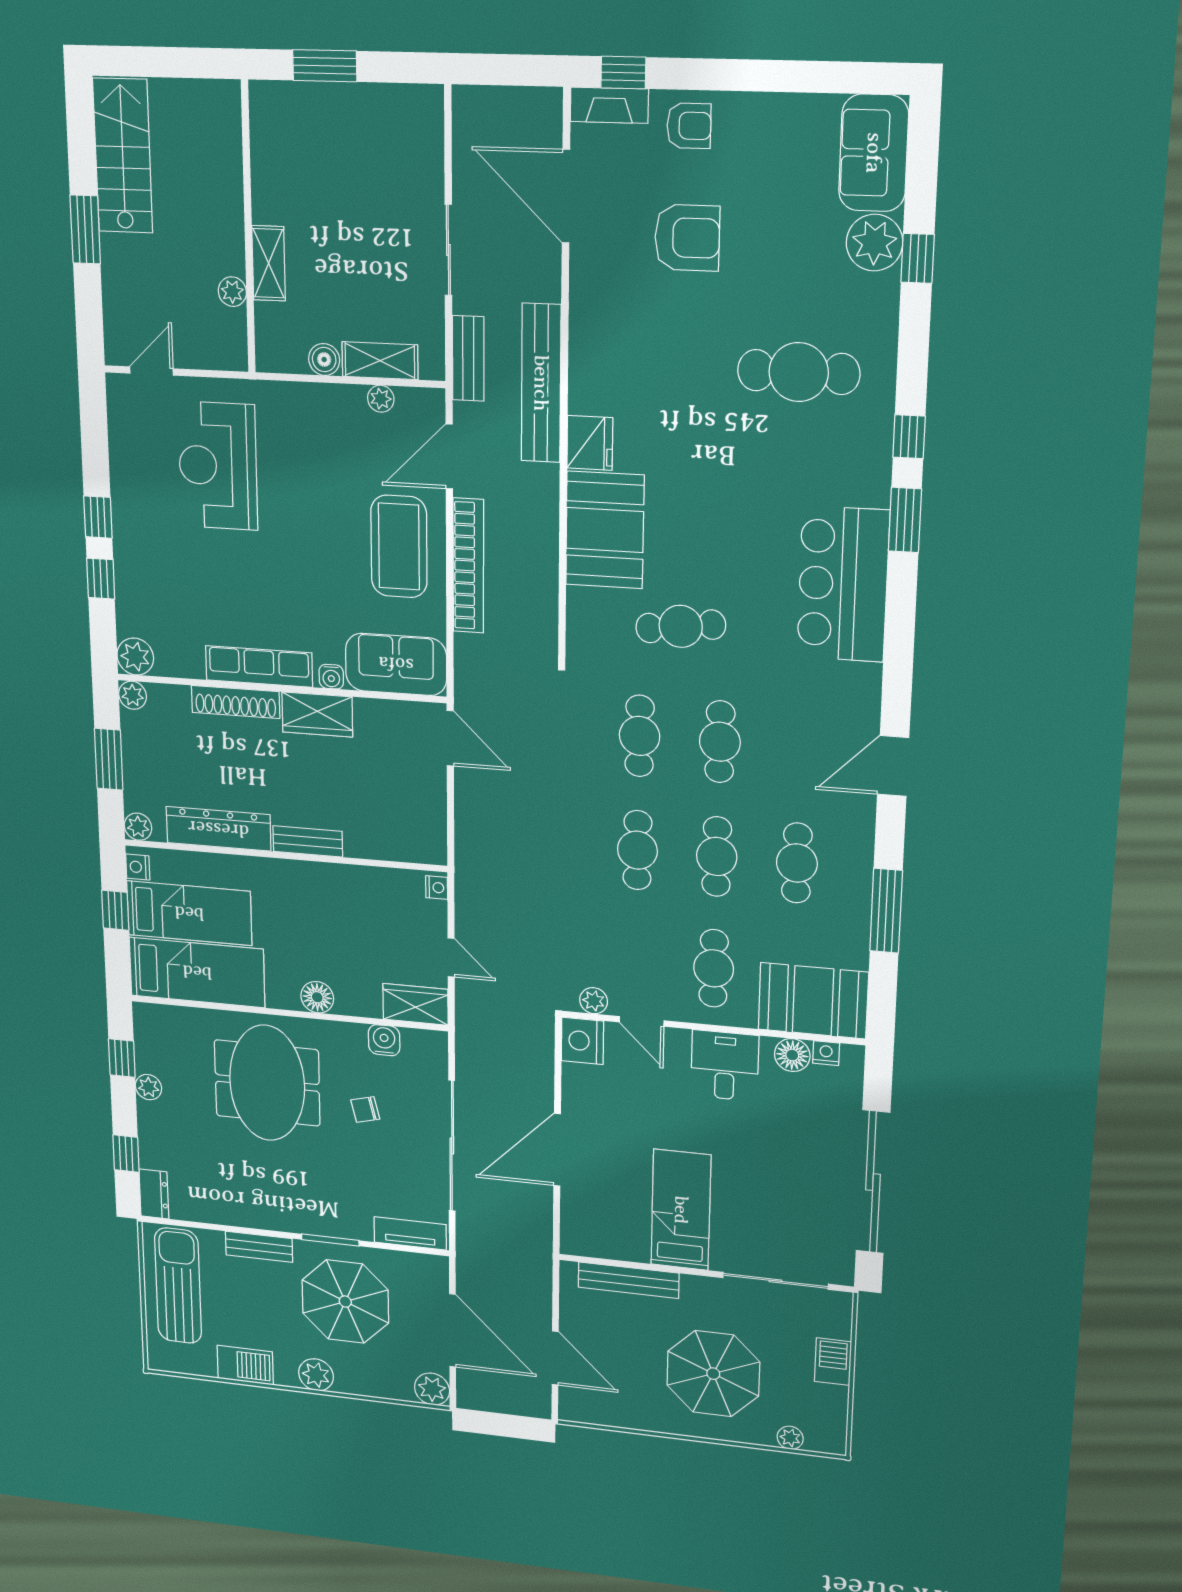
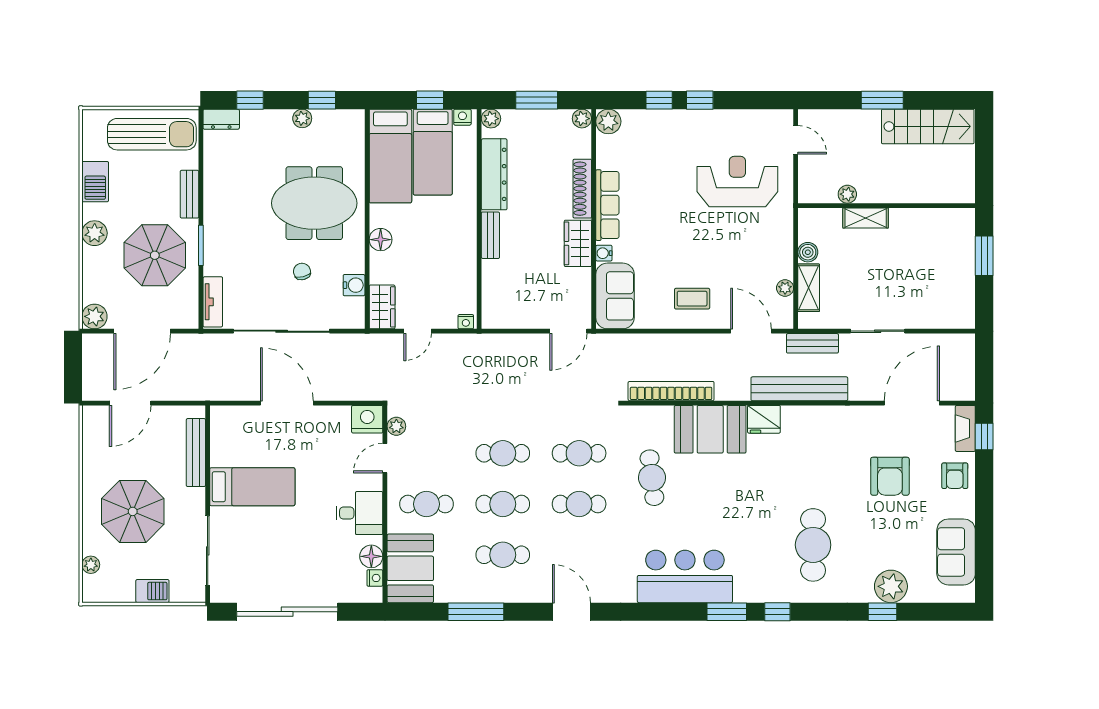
sofa: (874, 153) -> (956, 552), moved, turned -90
coffee table: (399, 546) -> (692, 299), width x0.54, depth x0.58
bookcase: (468, 566) -> (671, 391), moved, turned 180

